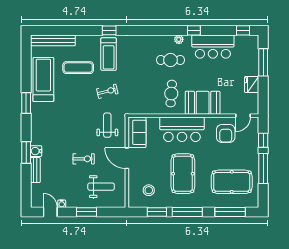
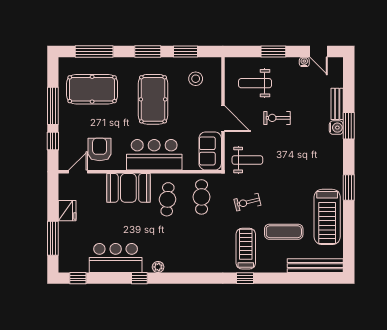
cafe table: (171, 60) -> (202, 197), moved, turned 90
weight bench: (107, 125) -> (247, 160), turned -90
window: (187, 212) -> (148, 52), width x0.69

